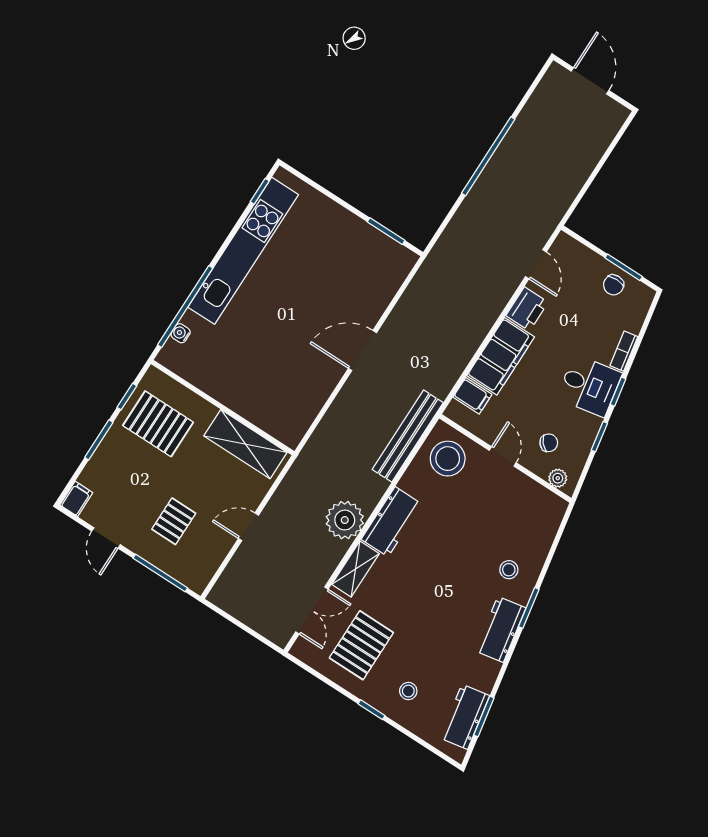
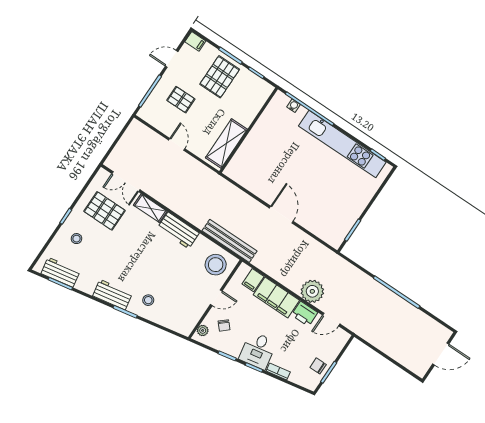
pallet: (158, 424) -> (220, 77), moved
plant: (345, 520) -> (312, 291), moved

